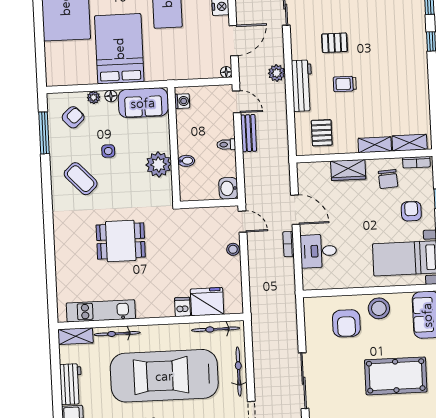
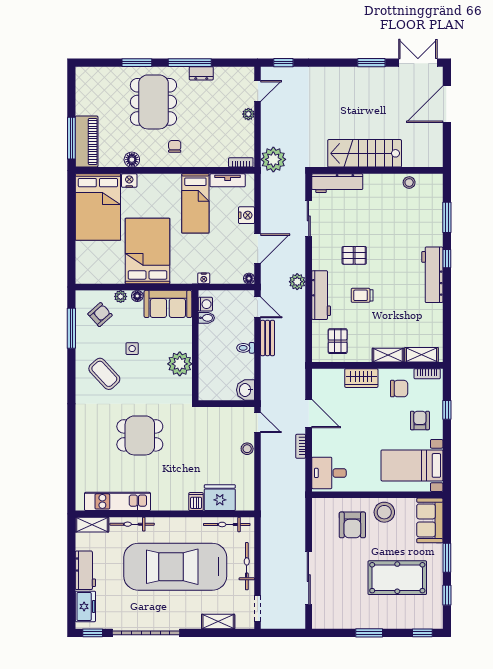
workbench: (417, 59) -> (432, 275), added
nightstand: (179, 74) -> (204, 278), added
bidet: (186, 161) -> (206, 318), moved
chair: (388, 179) -> (399, 389), turned -86
desk: (318, 251) -> (329, 473), moved

